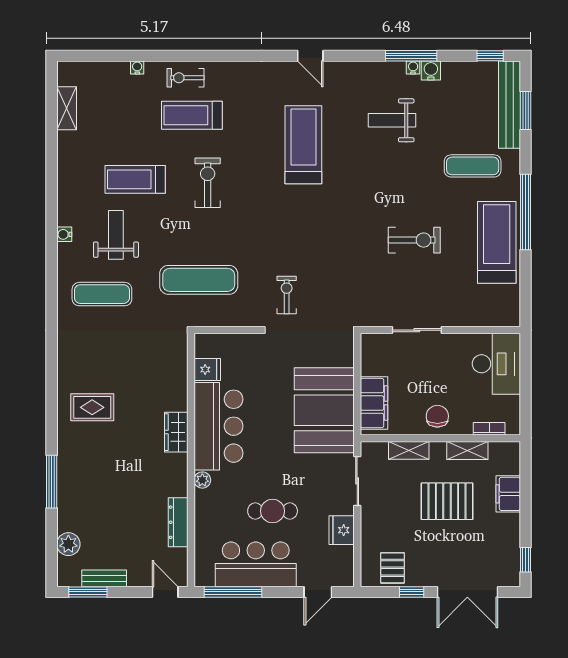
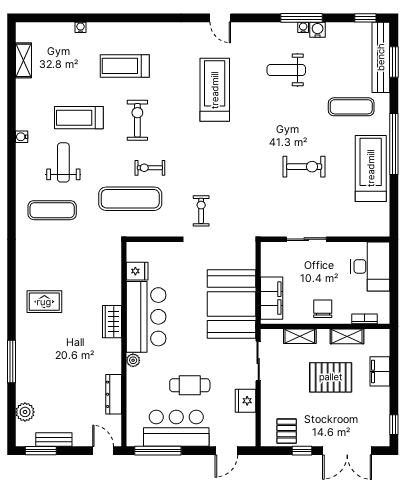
exercise bike: (185, 78) -> (150, 168), moved
water cooler: (64, 234) -> (22, 137), moved

